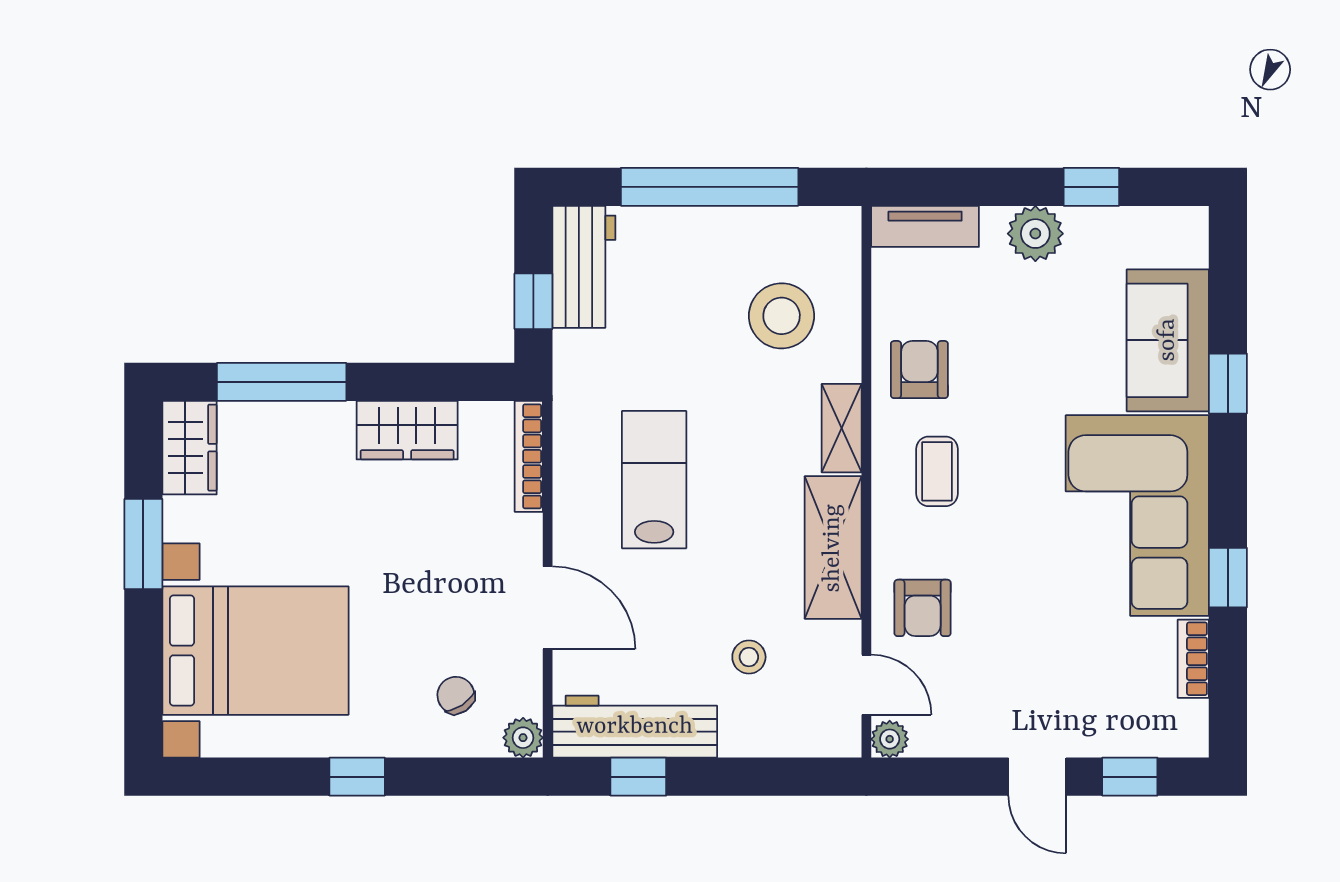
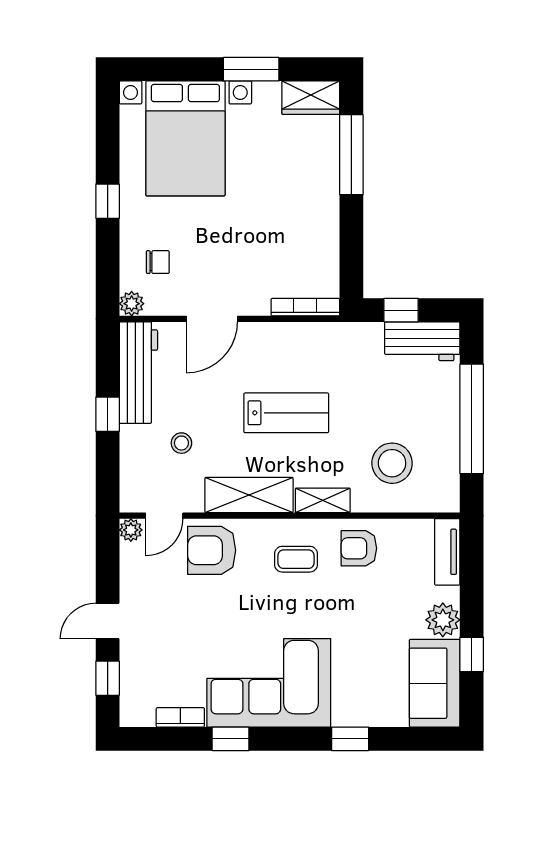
sofa: (1168, 340) -> (435, 683), moved, turned -90
armchair: (919, 370) -> (359, 548), turned 180
wardrobe: (407, 430) -> (321, 232), removed
lab bench: (654, 480) -> (286, 413), moved
armchair: (923, 608) -> (212, 550), width x1.38, depth x1.38
chair: (456, 695) -> (158, 262), turned 34
window: (638, 777) -> (108, 414), moved

